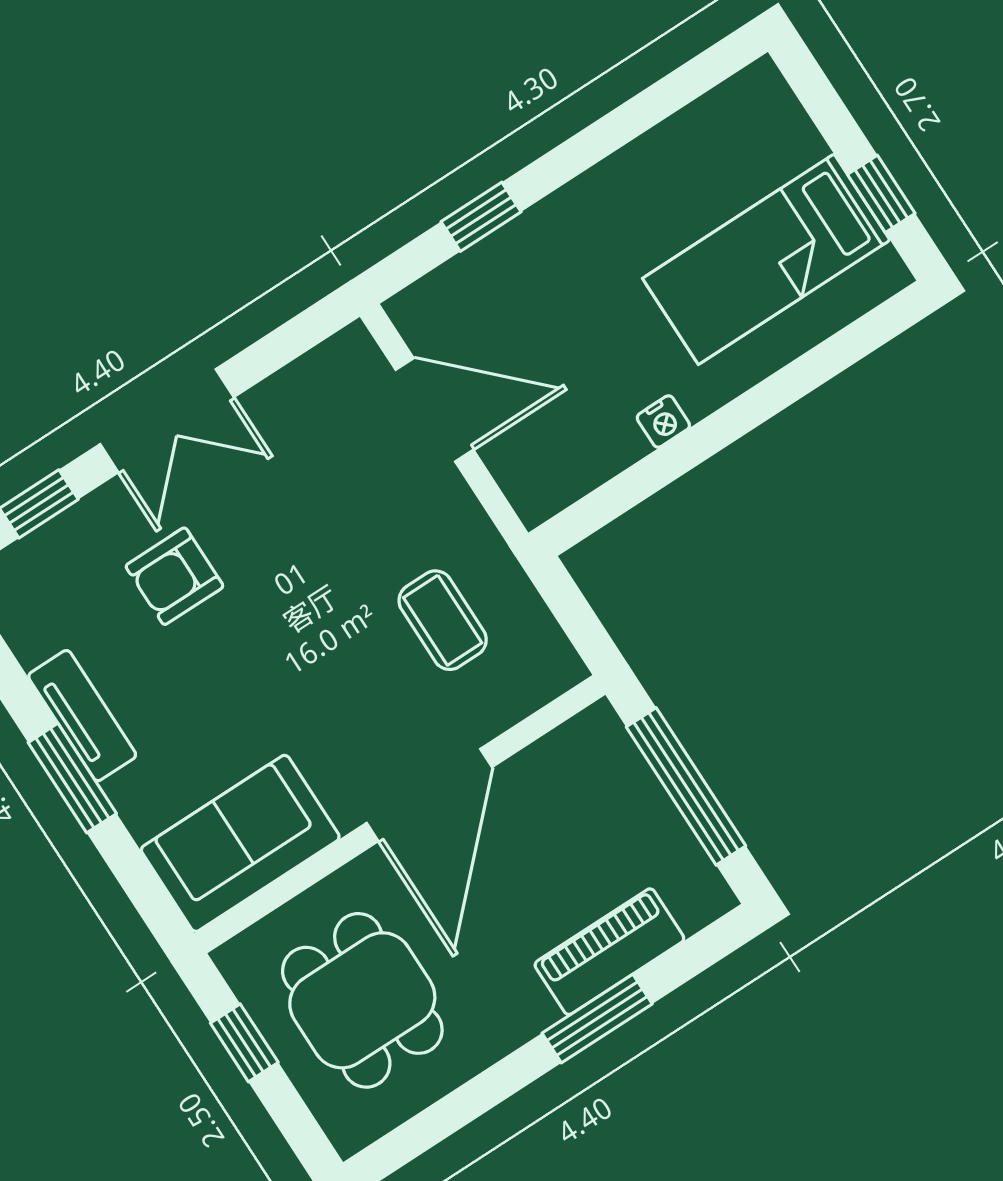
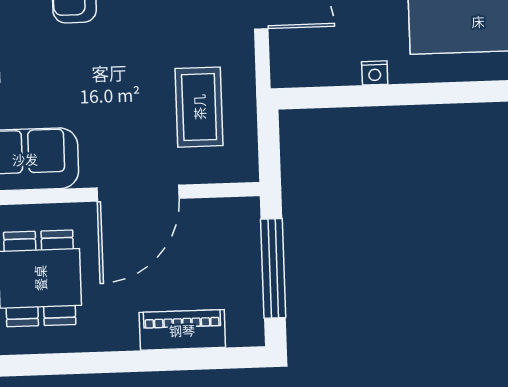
coffee table: (443, 620) -> (199, 107), width x1.36, depth x1.30
window: (597, 1019) -> (155, 361), removed

